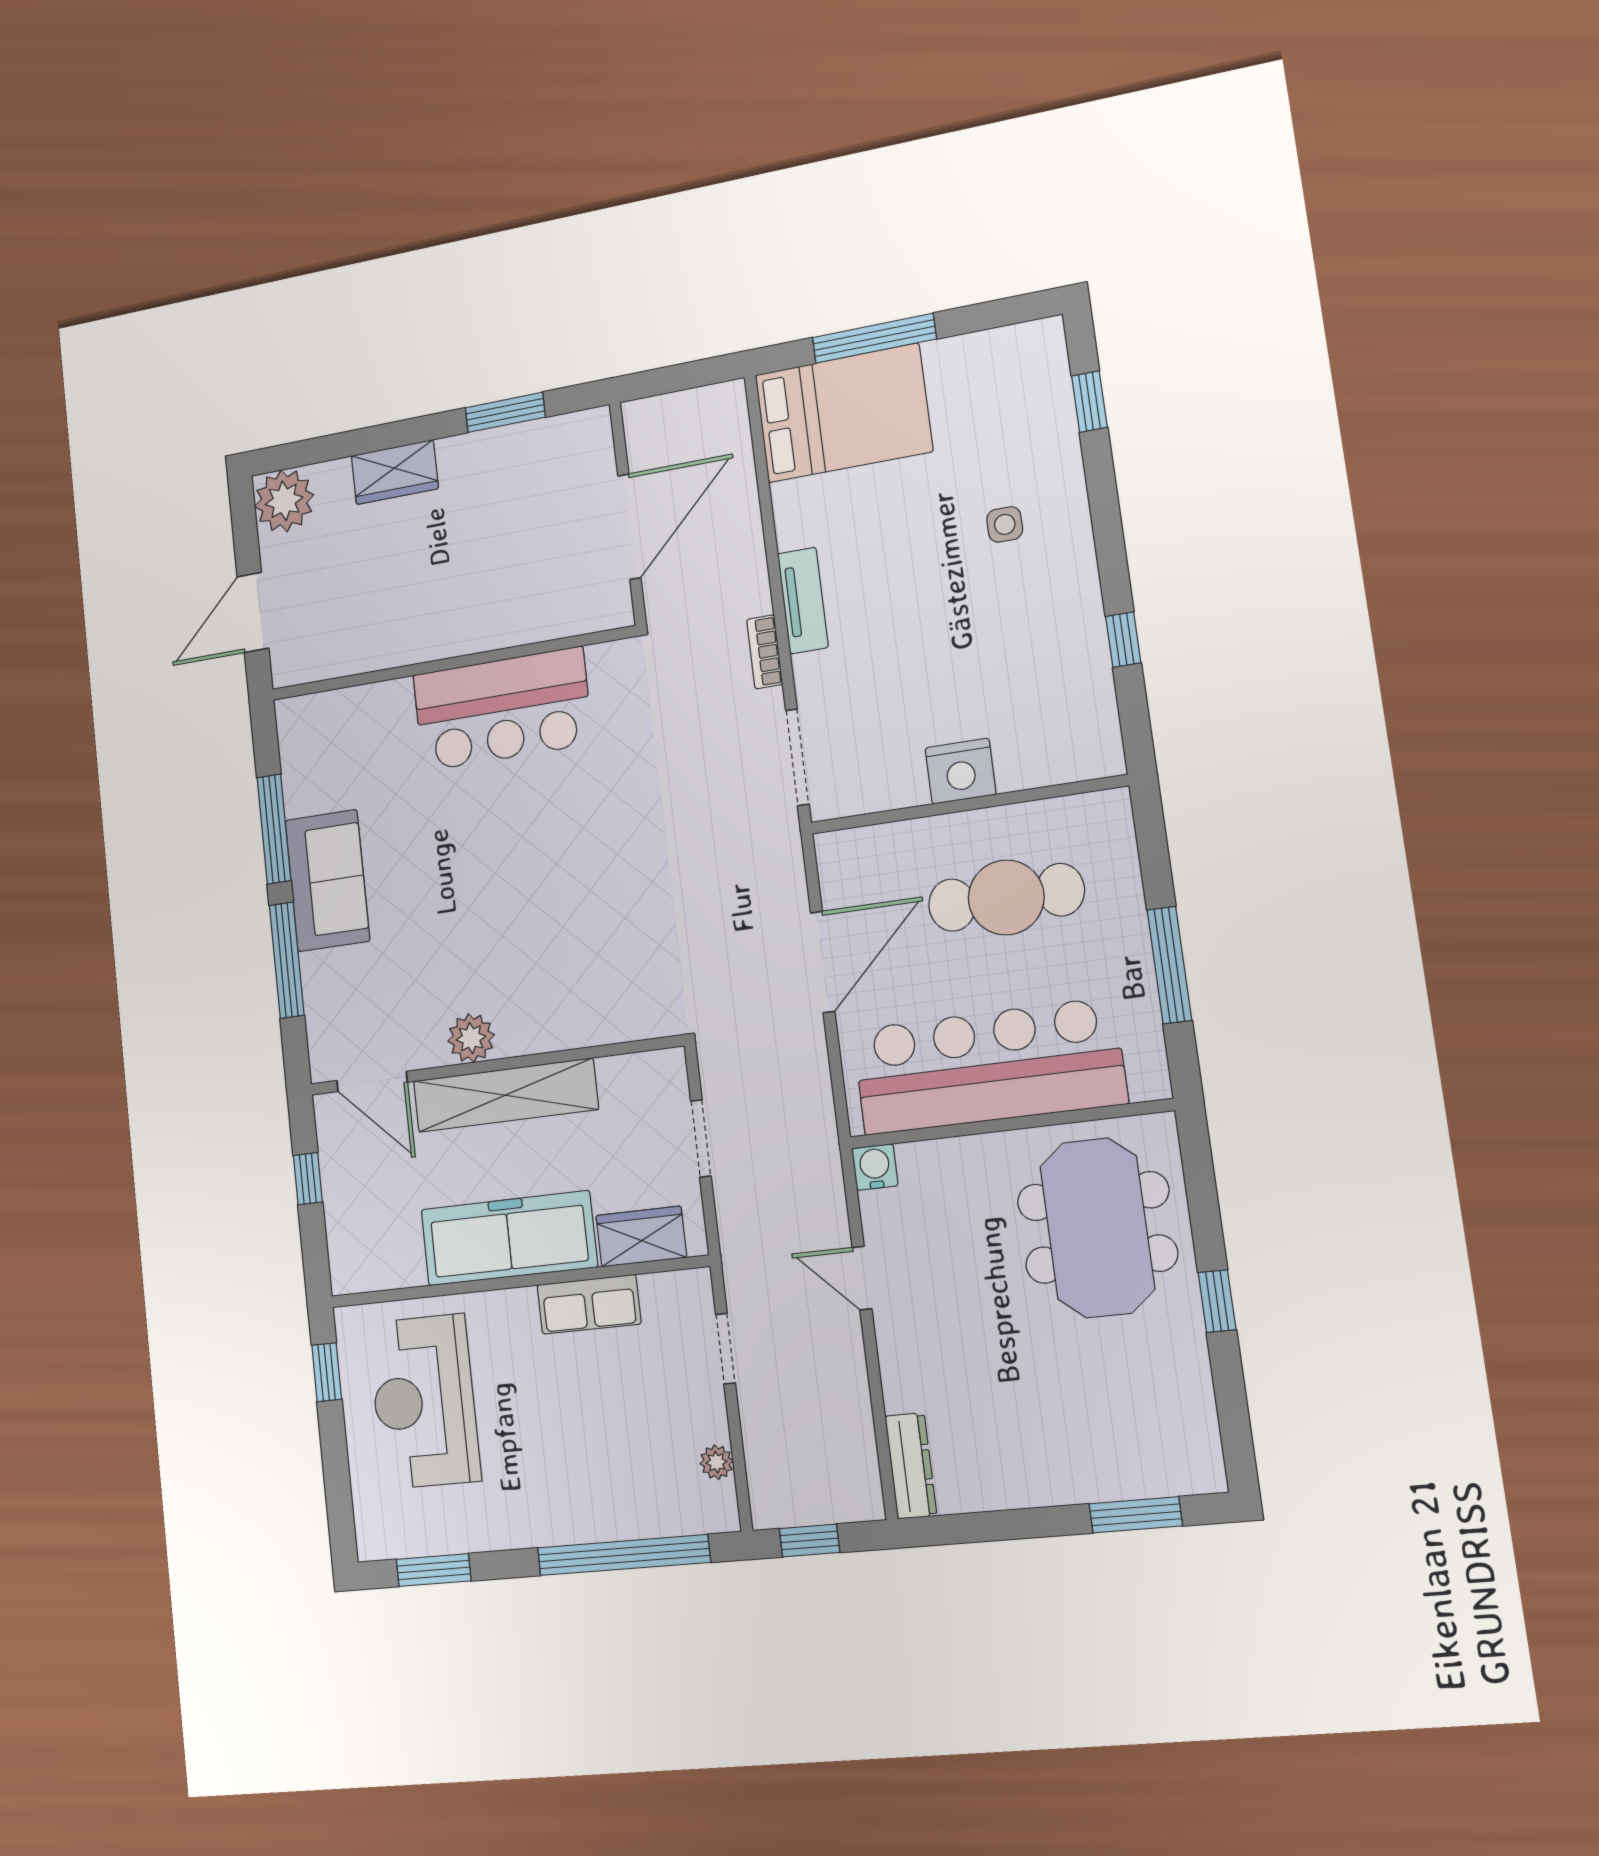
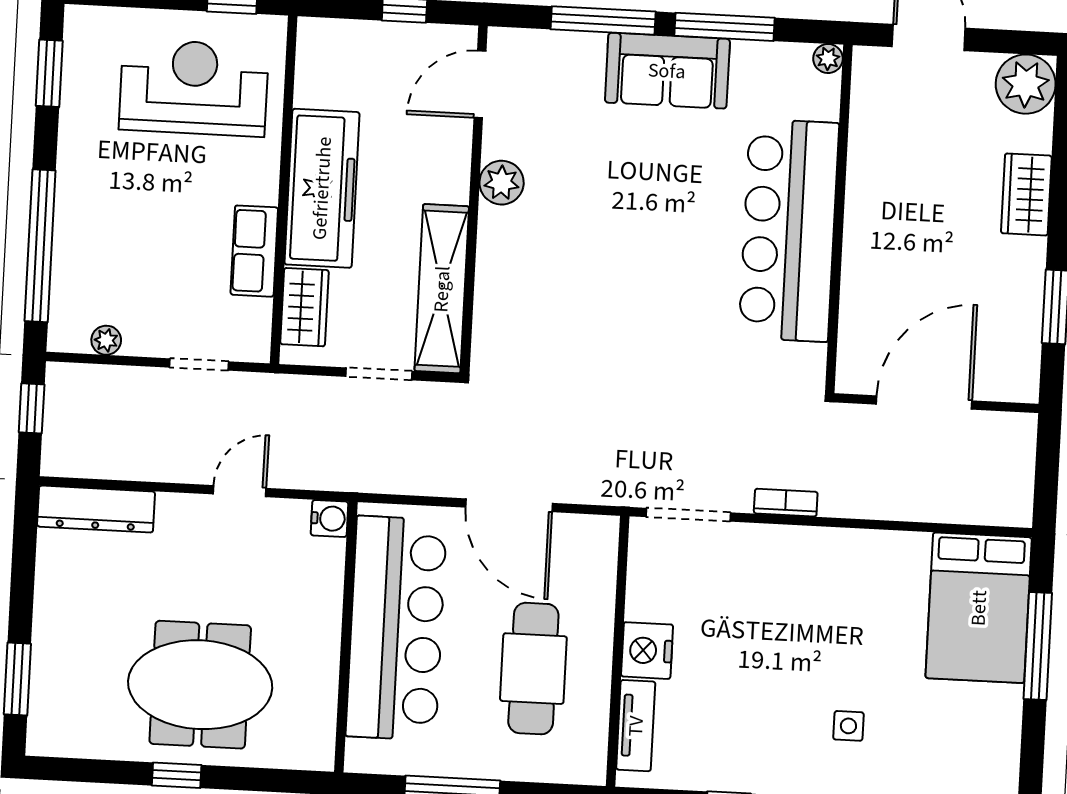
door: (629, 527) -> (924, 402), swing flipped
tv unit: (803, 600) -> (636, 726), moved, turned -90
bar counter: (502, 709) -> (789, 230), width x1.36
plant: (290, 713) -> (828, 59), added
shelving: (505, 1095) -> (442, 289), moved
meeting table: (1097, 1228) -> (200, 685), moved
dresser: (911, 1466) -> (96, 509), width x1.37, depth x1.24

